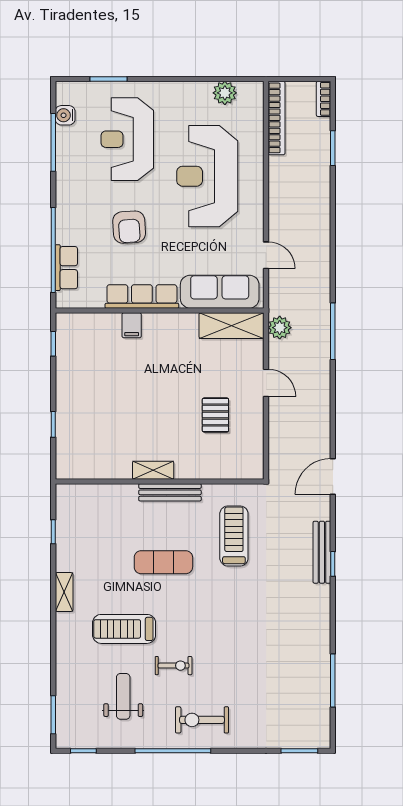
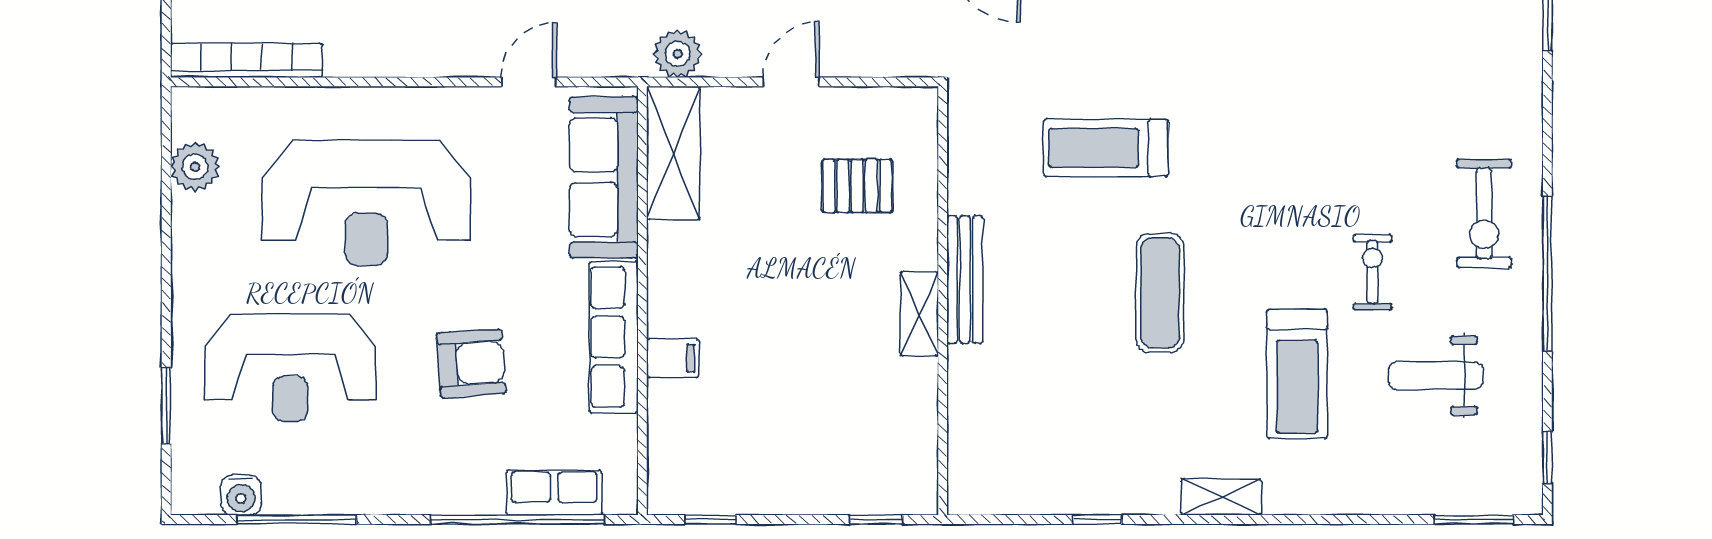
shelving: (153, 470) -> (919, 314), moved
wall: (160, 482) -> (943, 301), moved
bench: (170, 492) -> (965, 279), moved

